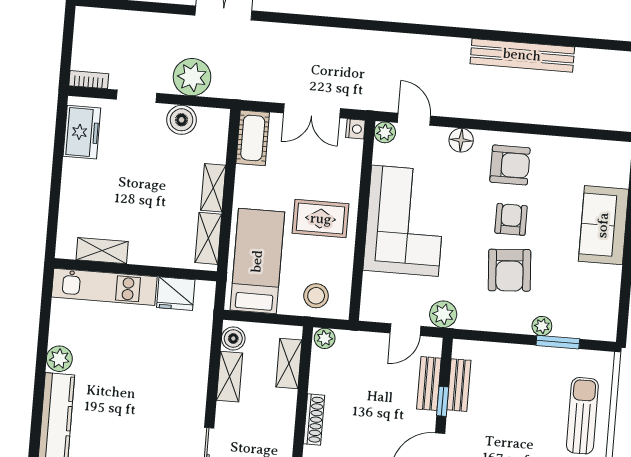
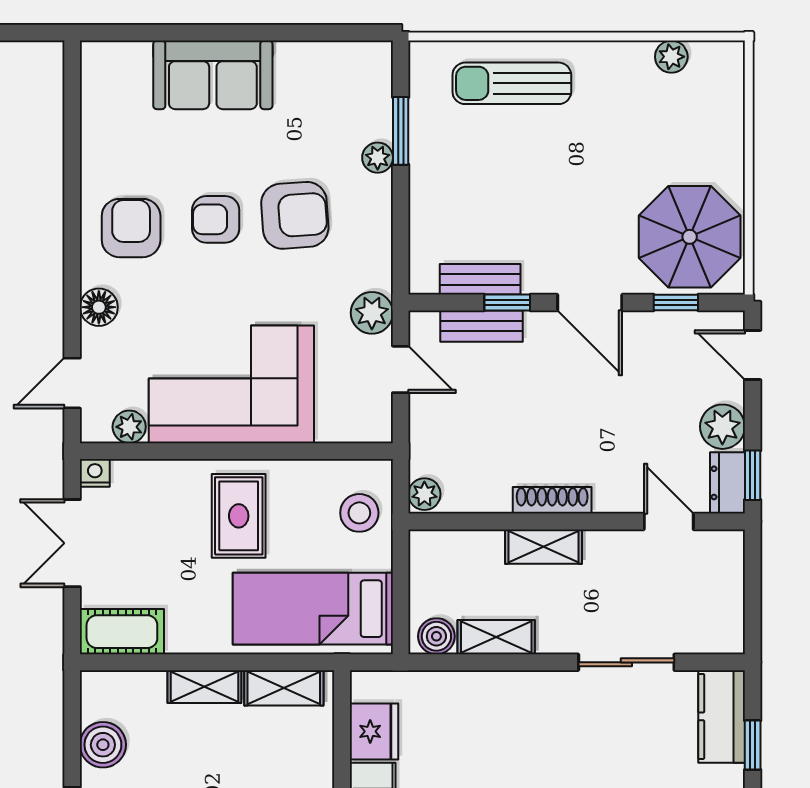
plant: (192, 77) -> (35, 734), removed
double door: (312, 111) -> (72, 543), swing flipped
plant: (385, 132) -> (129, 427), moved
shelving: (289, 363) -> (543, 547), moved

